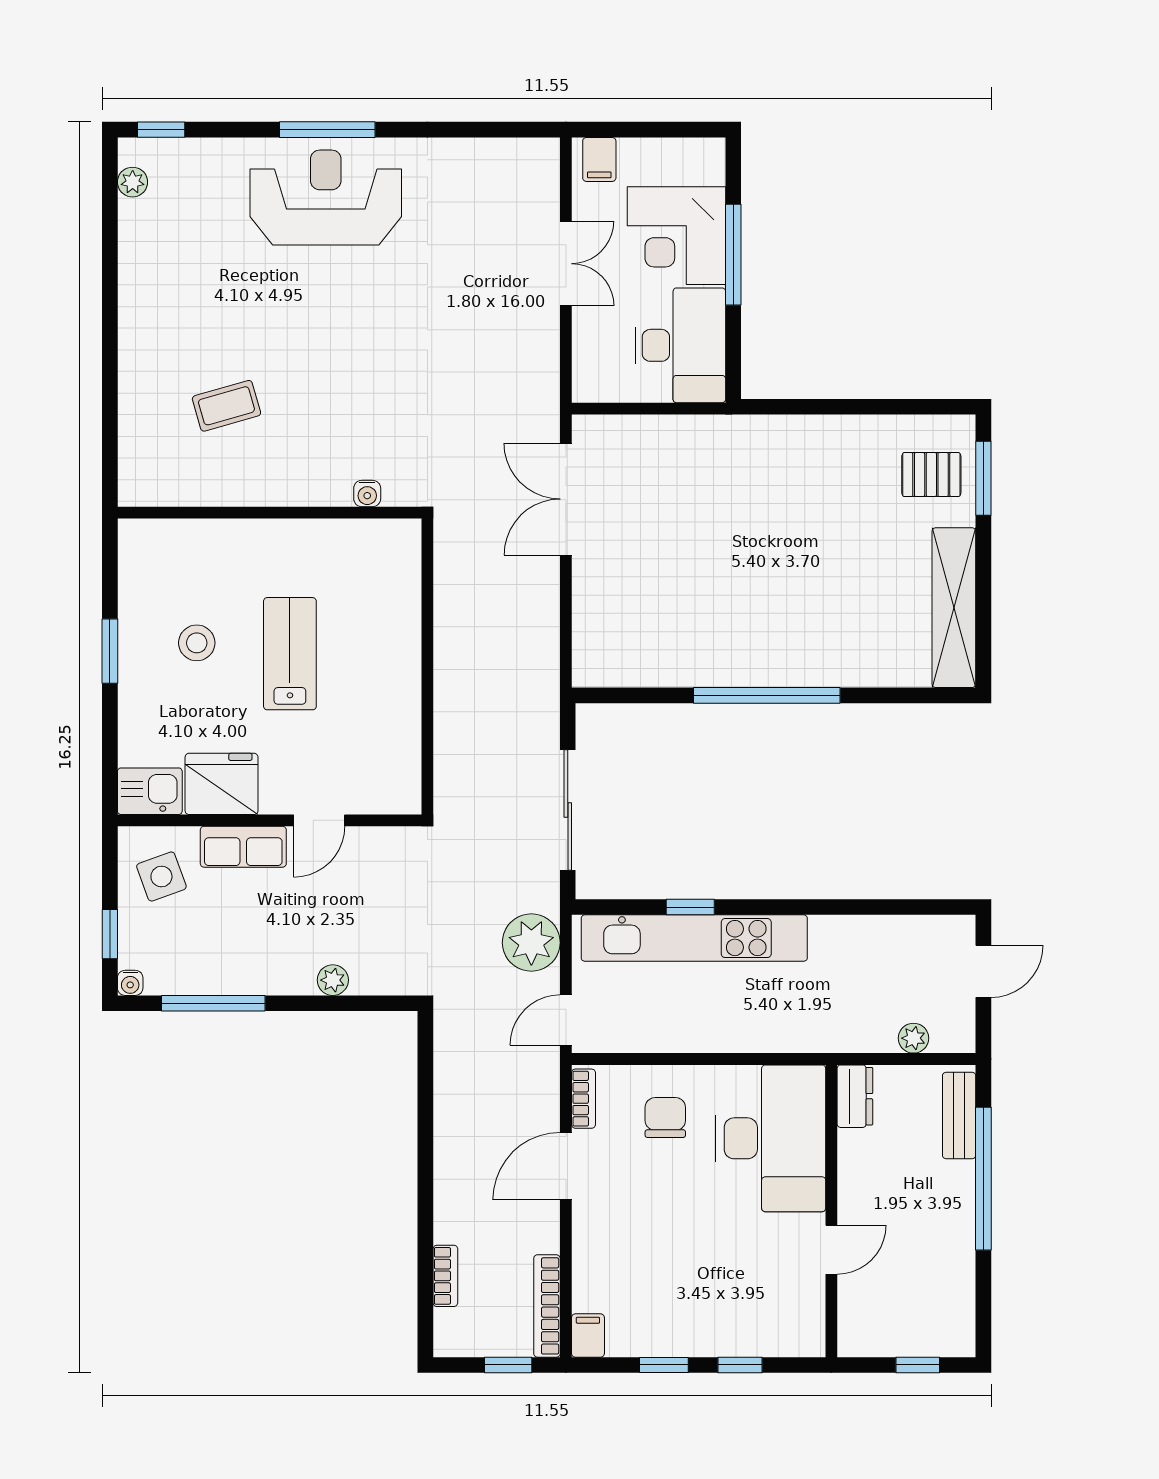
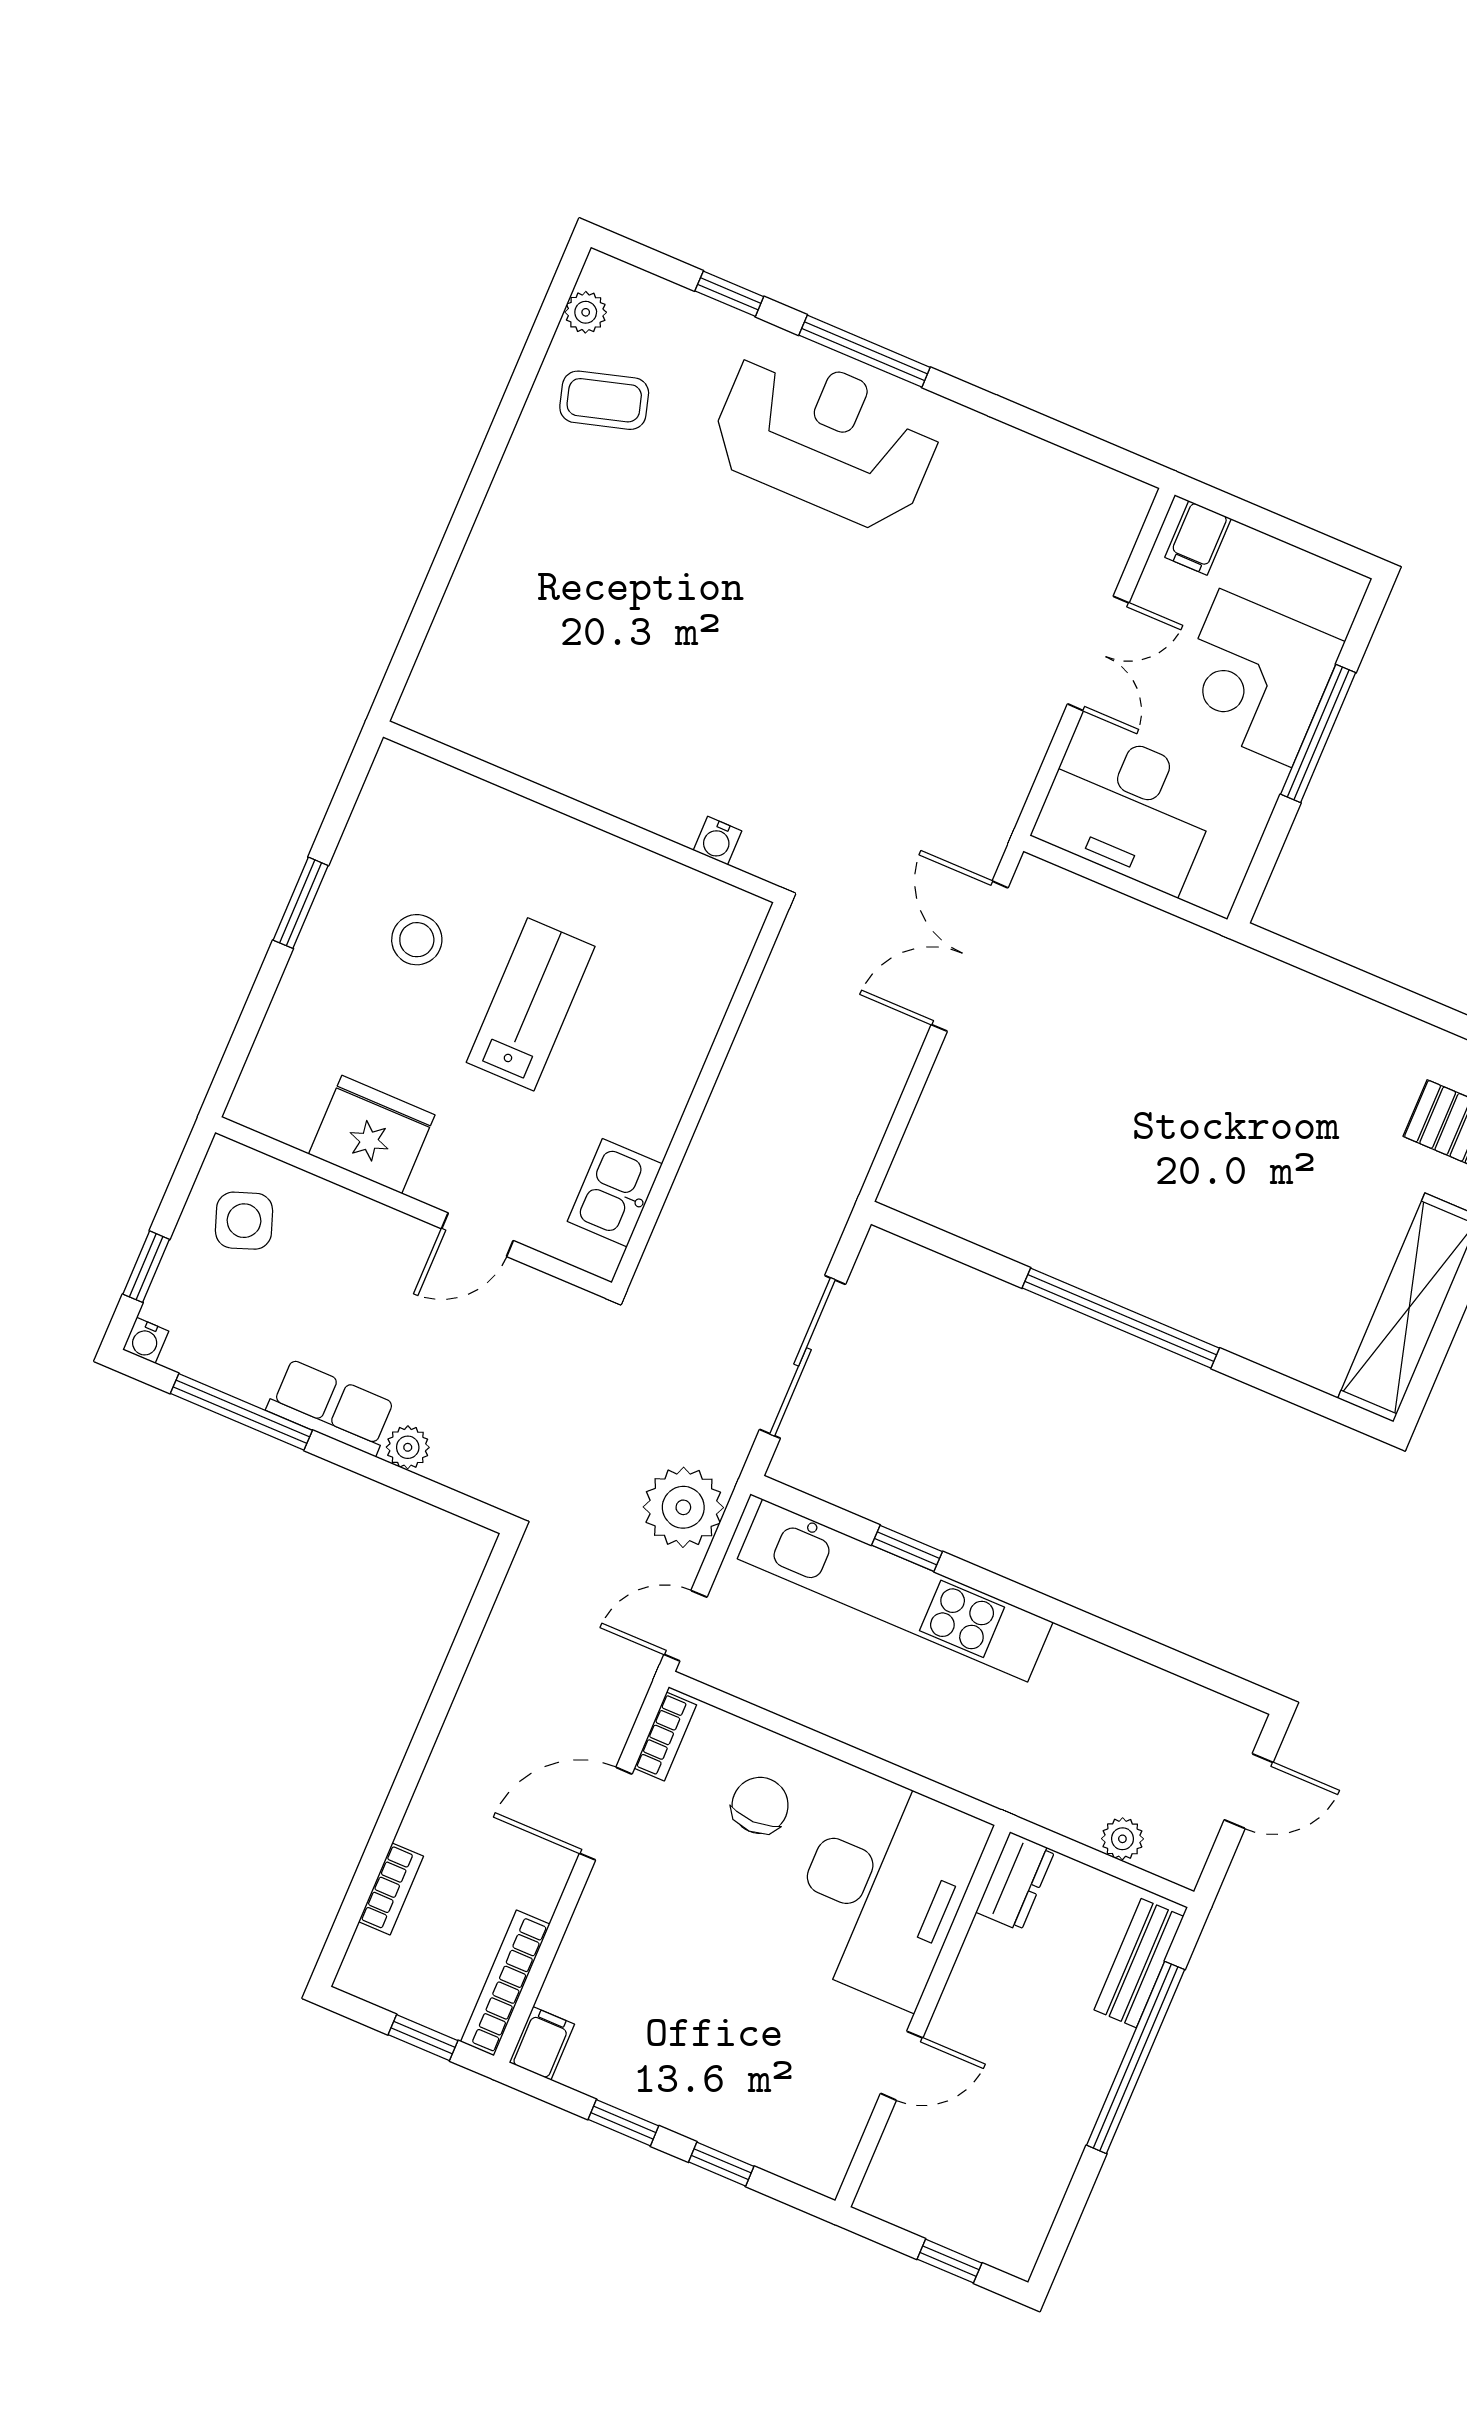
window: (161, 130) -> (729, 294), moved
desk: (680, 345) -> (1128, 809), moved, turned 90
coffee table: (226, 406) -> (604, 400), moved
kitchen sink: (150, 791) -> (615, 1193), moved, turned -90
row of seats: (243, 847) -> (332, 1407), moved, turned 180

